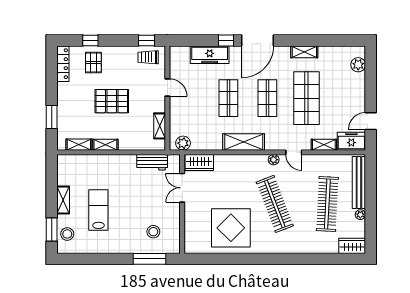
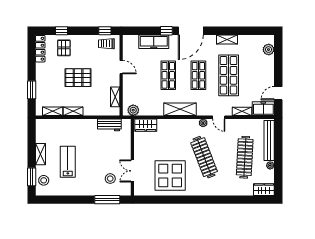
double door: (182, 188) -> (132, 171), moved

